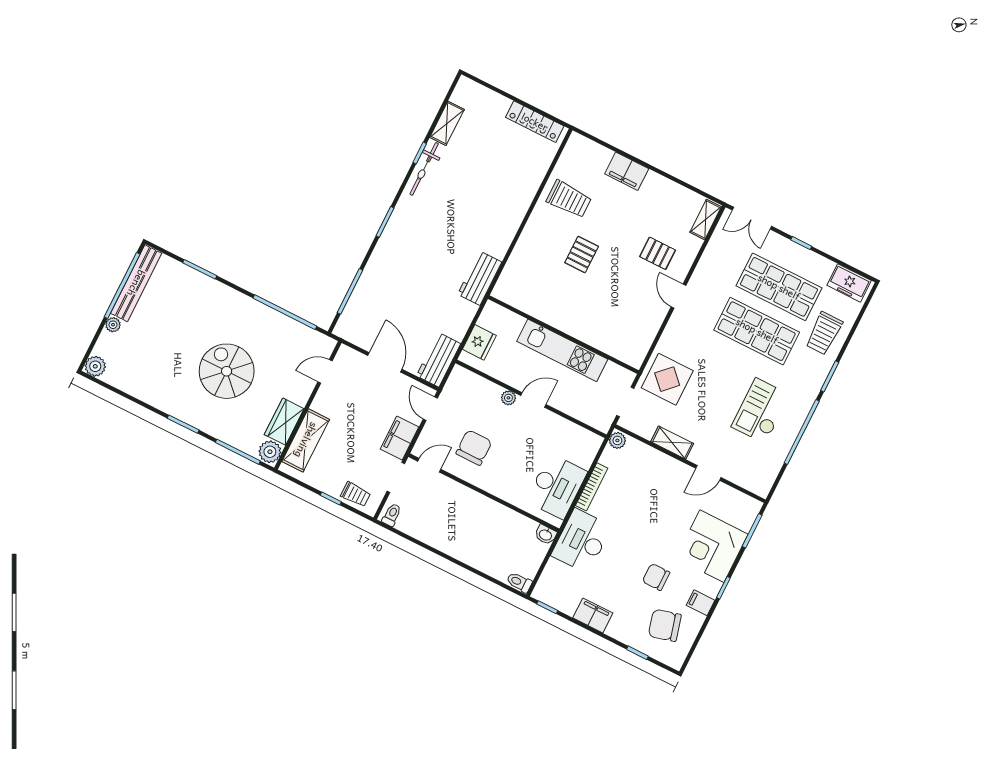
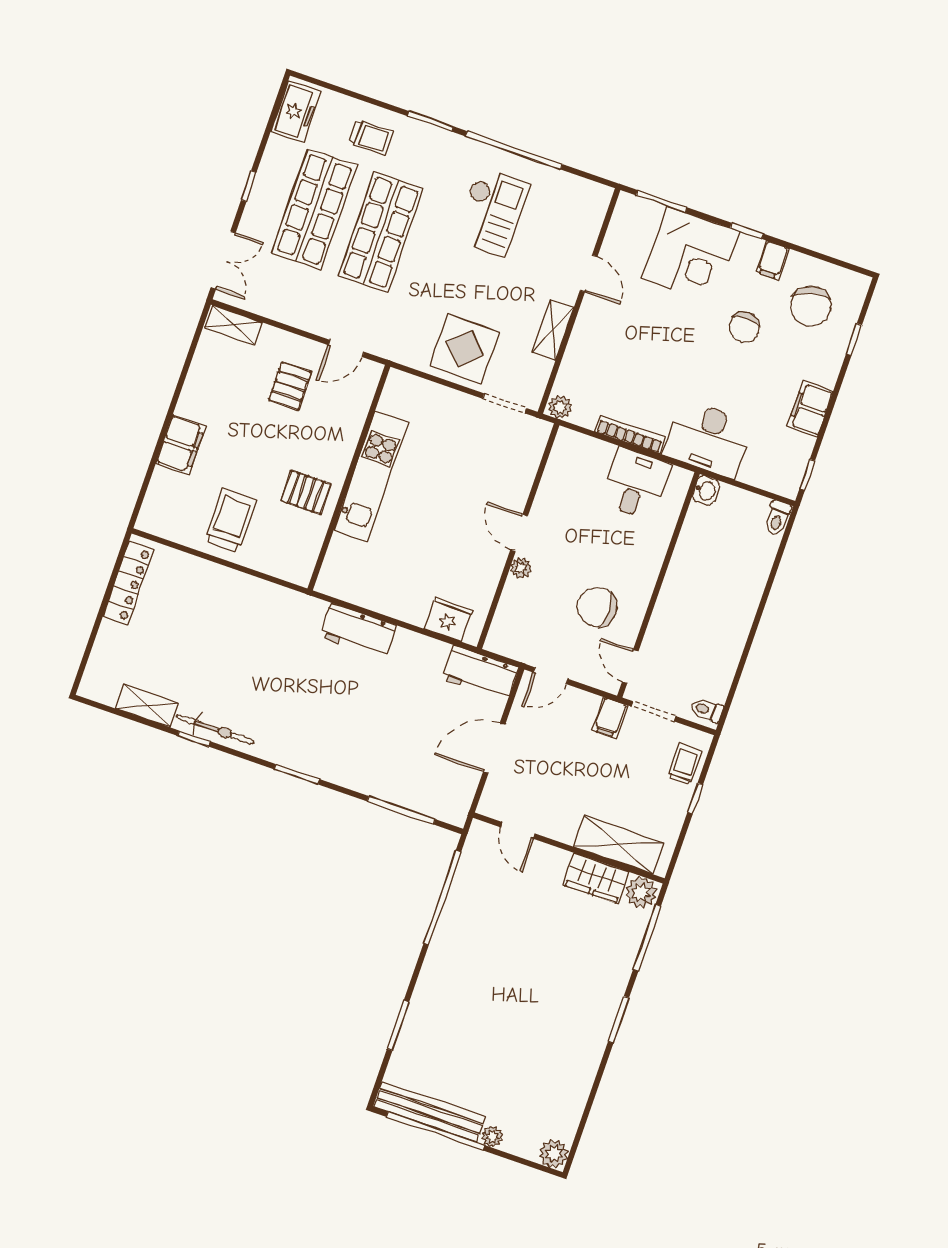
trolley: (824, 333) -> (371, 138), width x0.73, depth x0.72
wall: (563, 335) -> (349, 478), moved
kitchen unit: (562, 350) -> (371, 476), moved
spiral stairs: (227, 371) -> (536, 969), removed
checkout: (761, 411) -> (492, 212), turned -90
filing cabinet: (399, 438) -> (610, 718), width x0.50
desk: (557, 486) -> (636, 484), width x0.73

